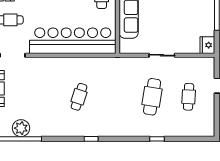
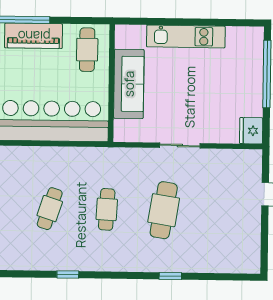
cafe table: (189, 97) -> (107, 209), moved

